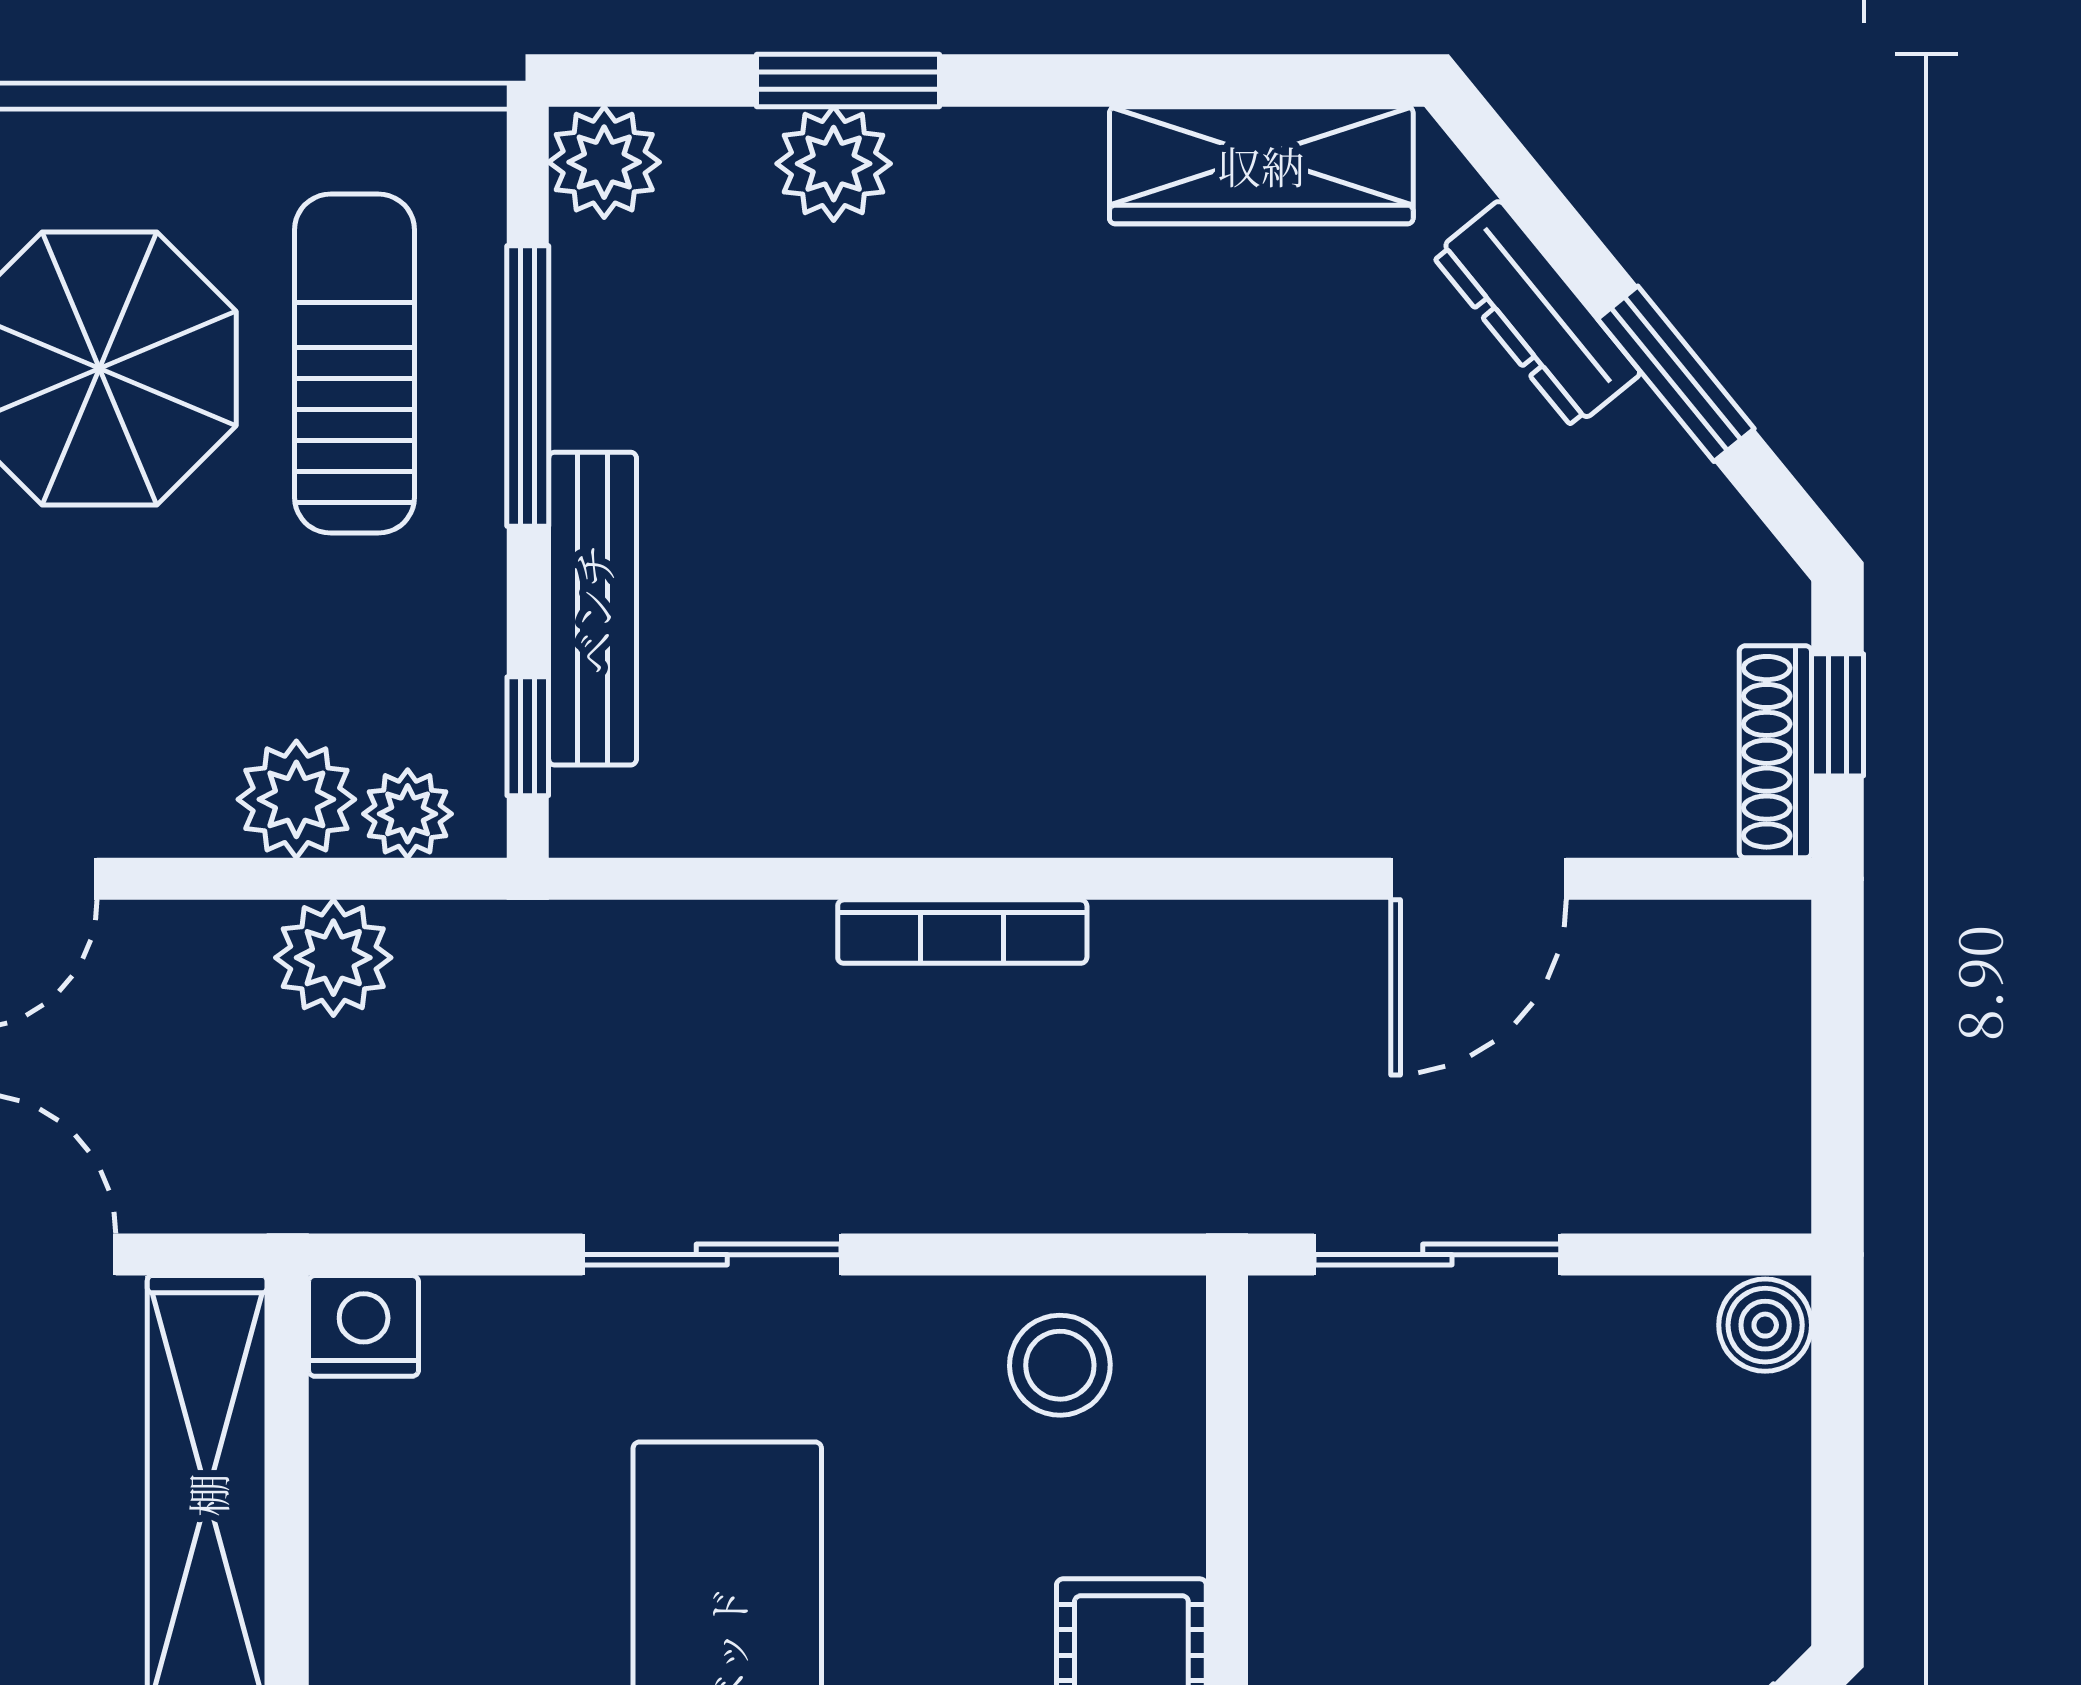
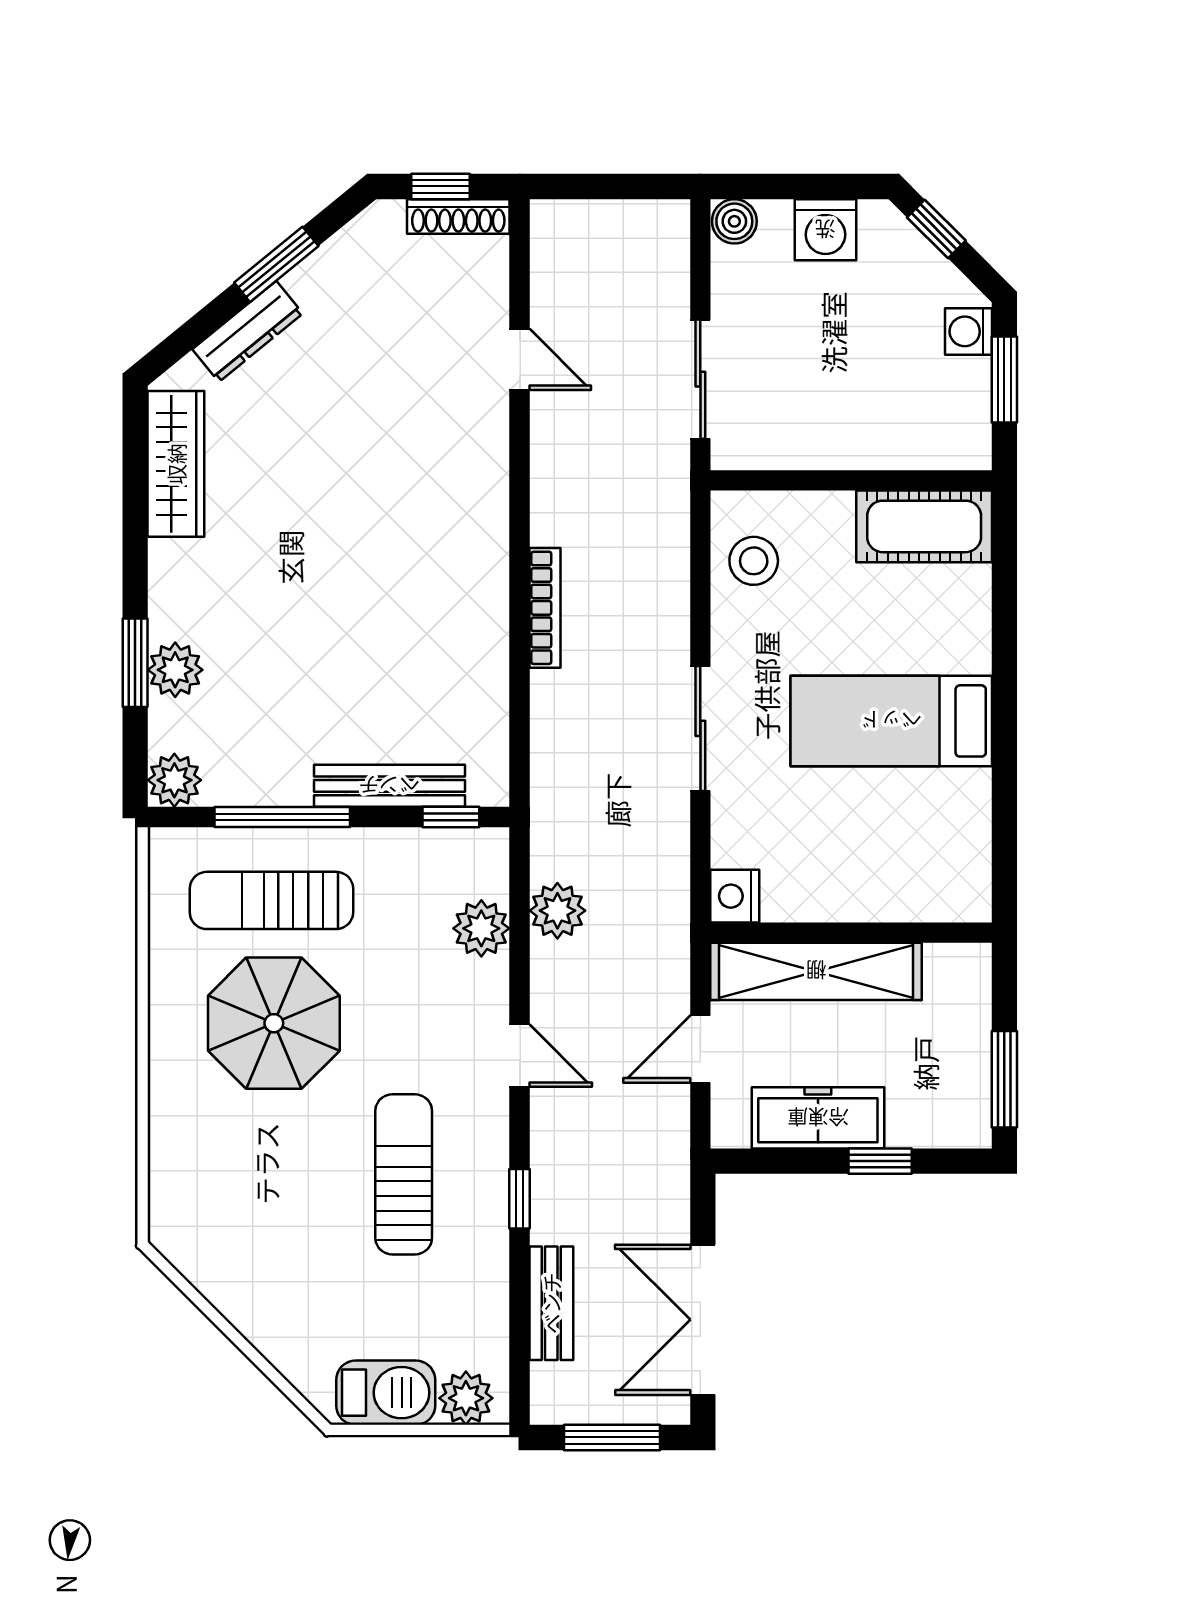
plant: (408, 814) -> (488, 875), removed
door: (1479, 879) -> (520, 359), width x0.73
washing machine: (1748, 1514) -> (825, 230), added

